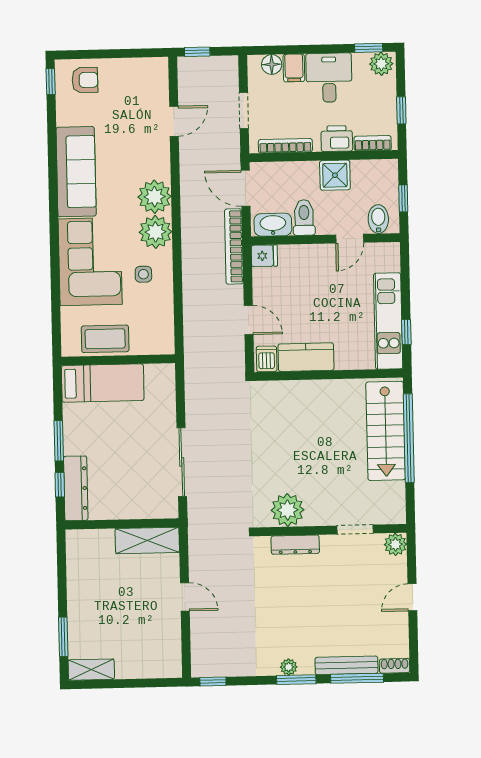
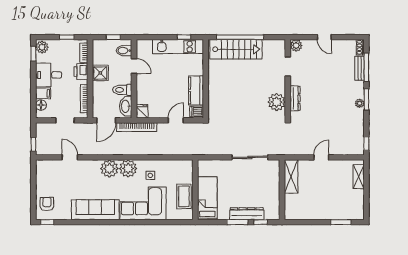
dresser: (76, 488) -> (247, 214), moved
bench: (347, 665) -> (359, 68), width x0.73
shelving: (91, 670) -> (359, 177), moved

